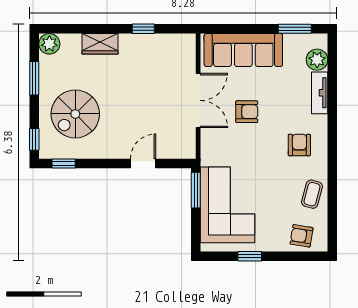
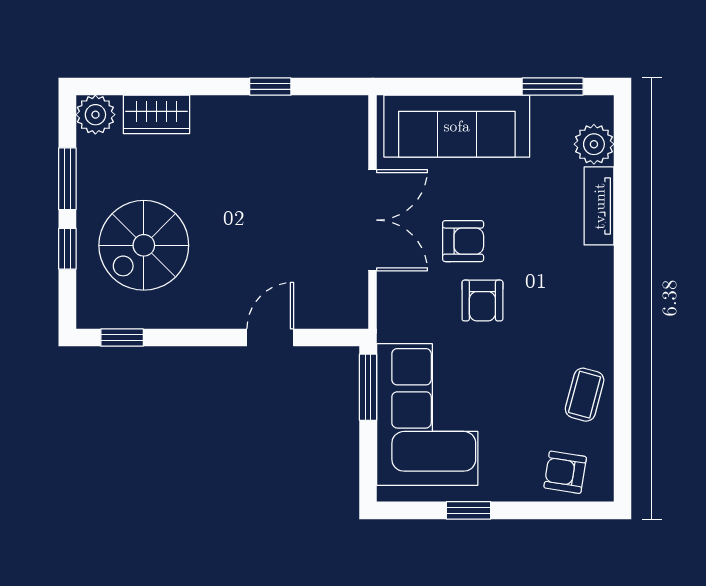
wardrobe: (100, 44) -> (156, 114), moved
window: (34, 139) -> (67, 249), moved
armchair: (299, 145) -> (482, 301), moved, turned 180

